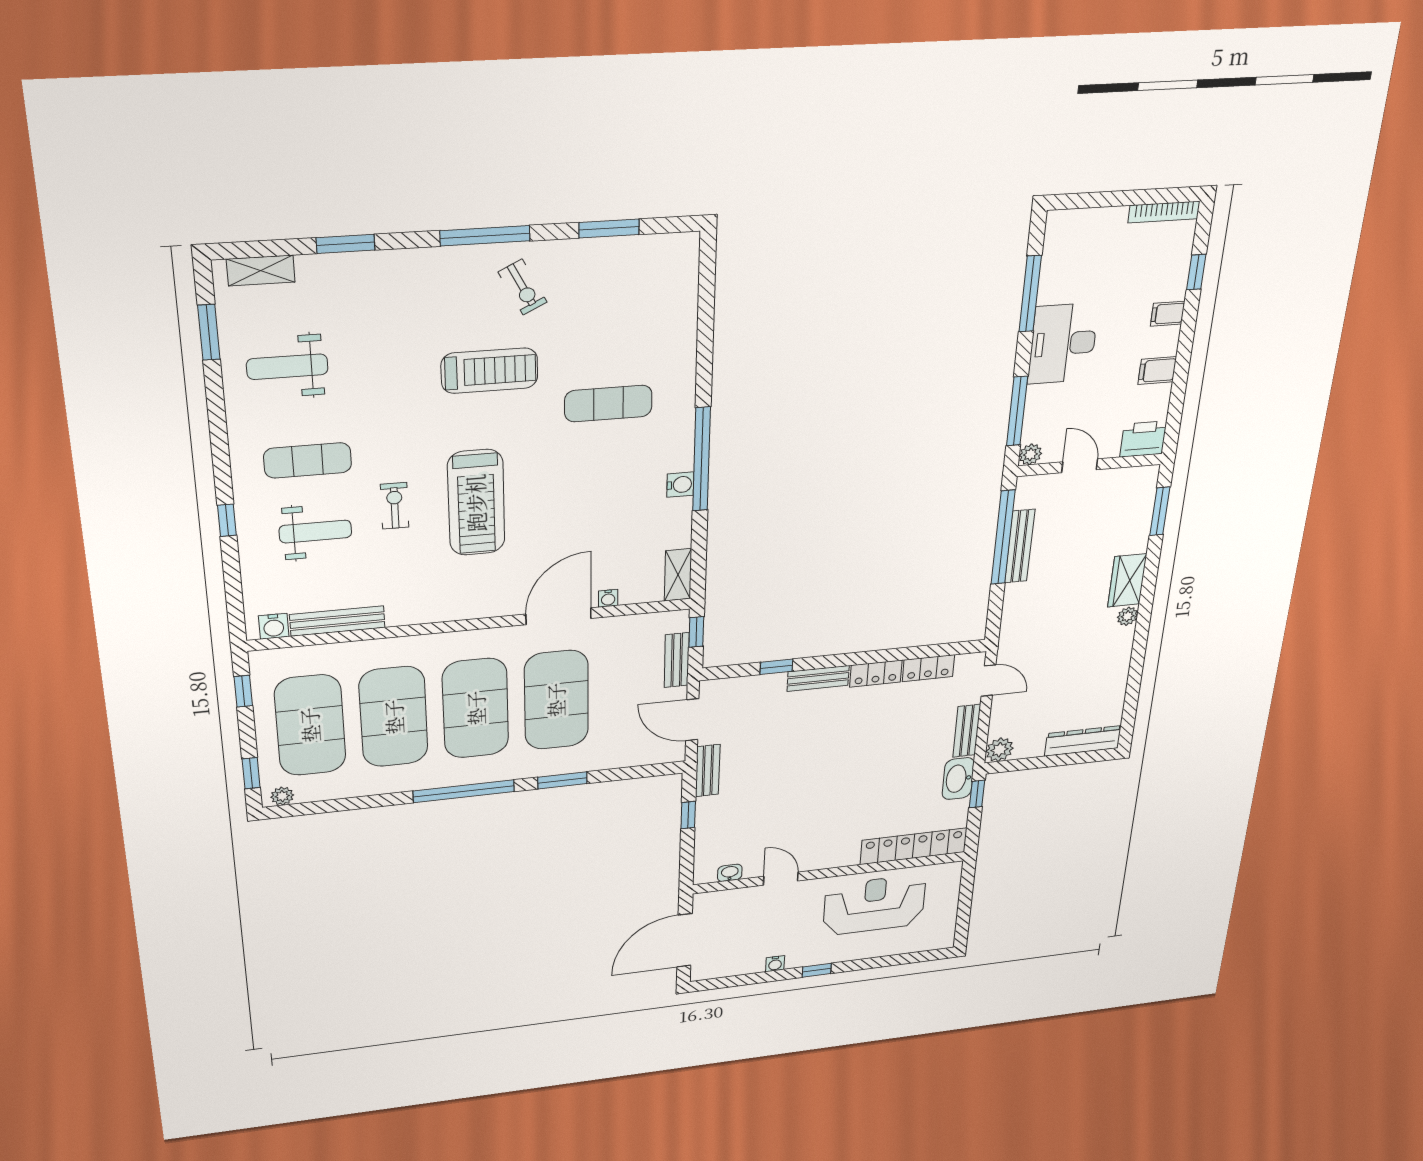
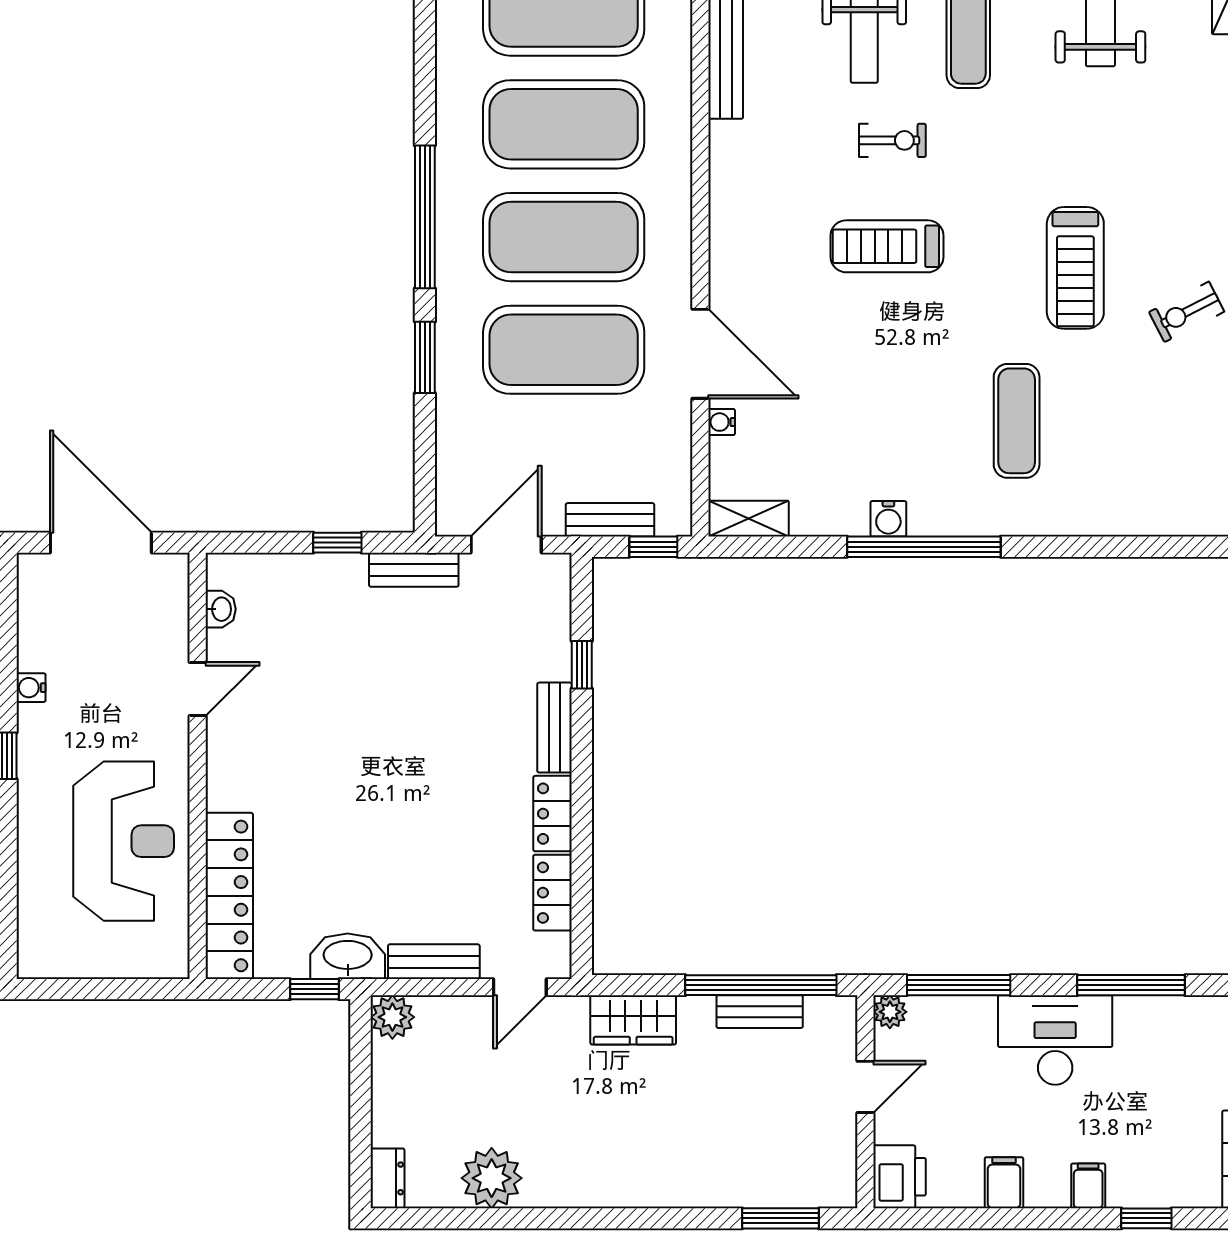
treadmill: (476, 503) -> (887, 246), width x0.73, depth x0.73
bench: (1020, 546) -> (760, 1012), width x0.73
wardrobe: (1127, 580) -> (633, 1020), moved, turned 180
plant: (1127, 616) -> (492, 1178), moved, width x1.88, depth x1.88
dresser: (1083, 741) -> (387, 1178), width x0.51, depth x0.80

